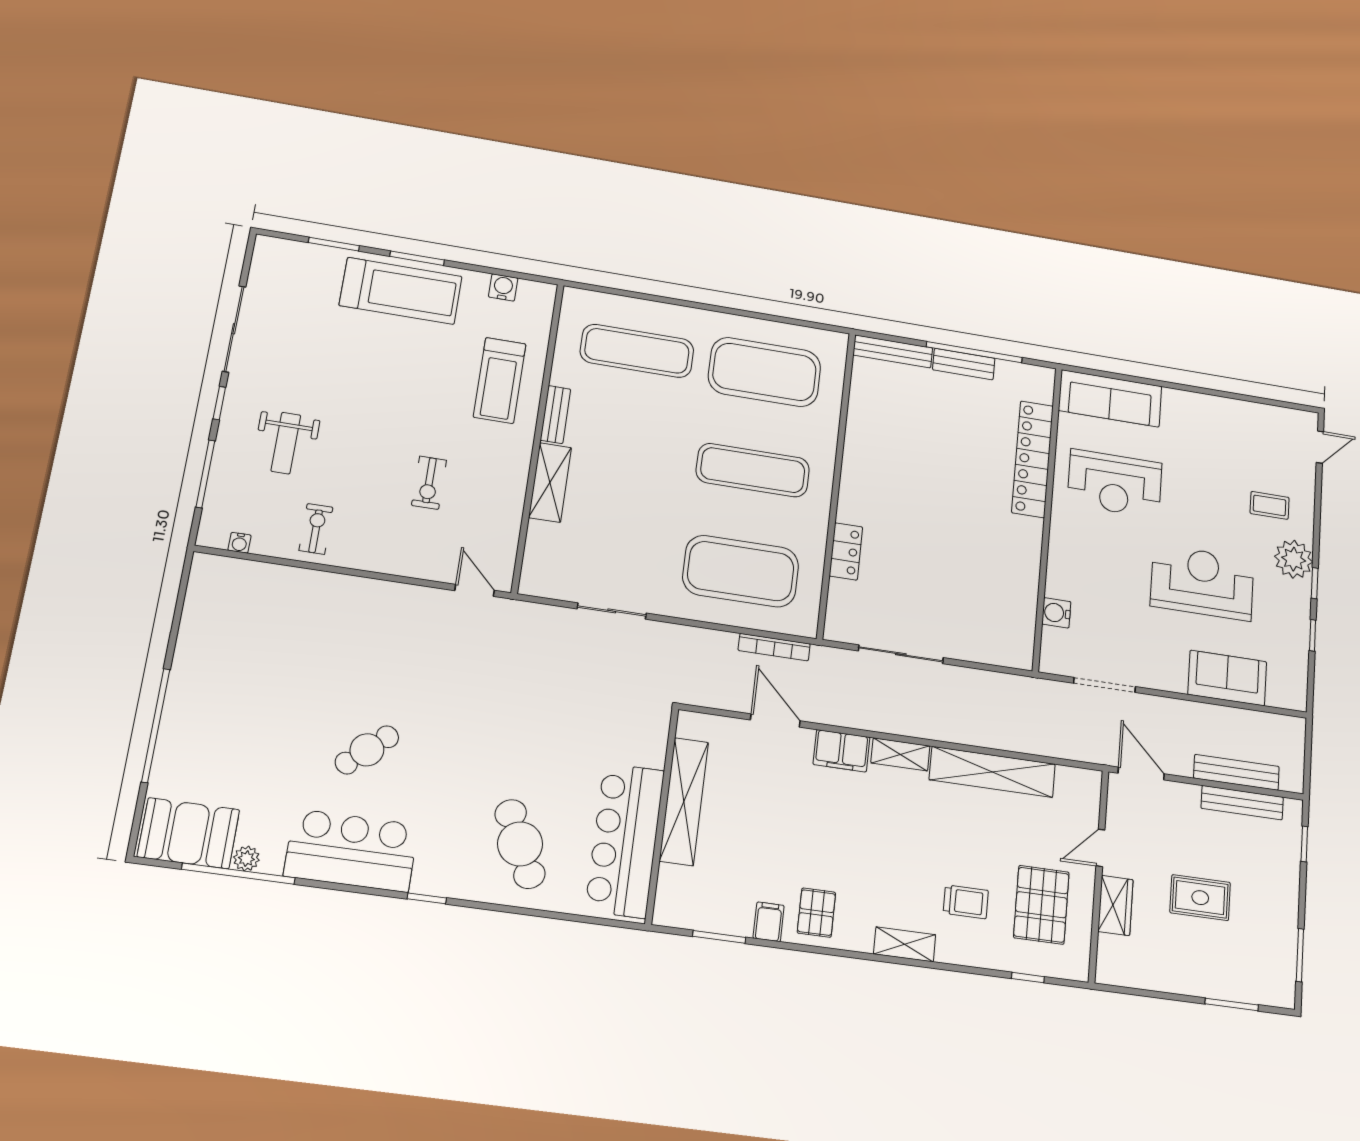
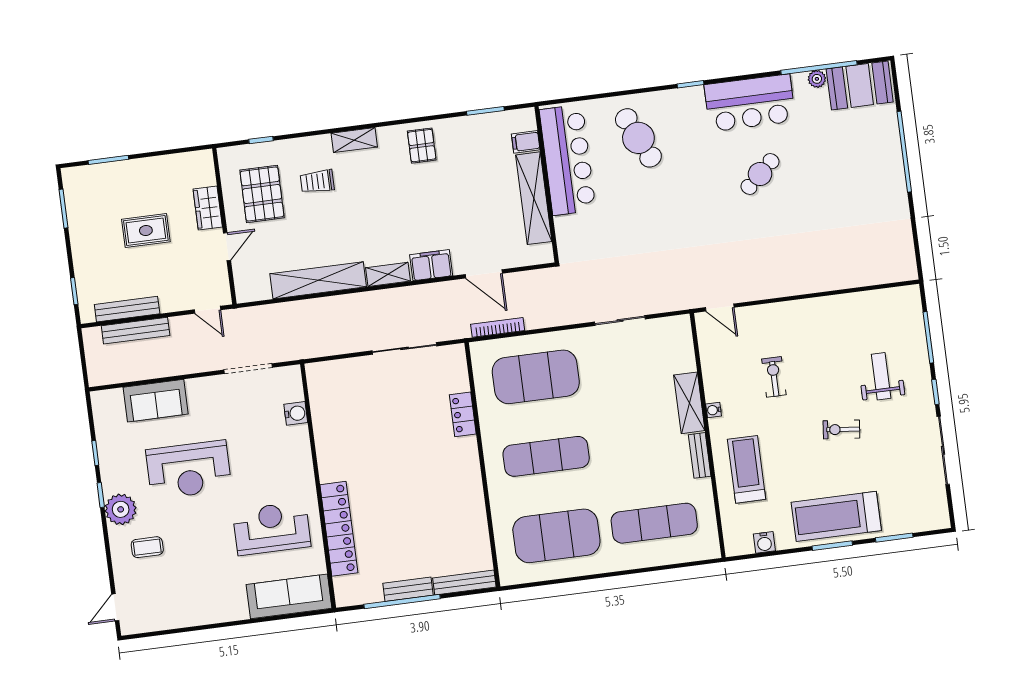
exercise bike: (316, 529) -> (841, 429), moved, turned 96
water cooler: (240, 543) -> (714, 410), moved, turned -90
door: (1141, 774) -> (208, 310), width x0.73
filing cabinet: (769, 922) -> (526, 142), moved, turned 90

